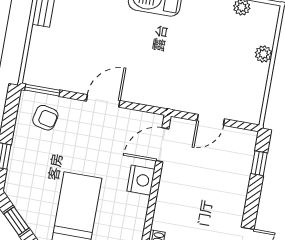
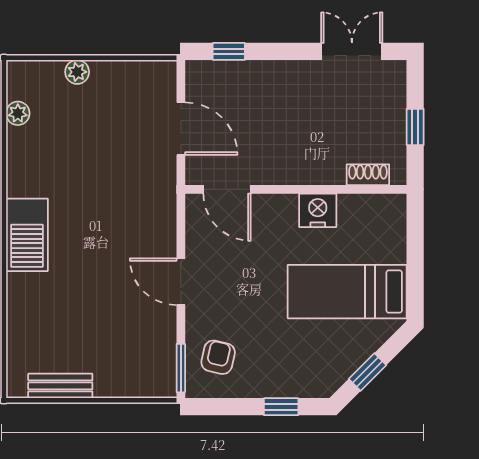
door: (211, 120) -> (181, 129), width x1.38
nightstand: (141, 180) -> (318, 210), moved

